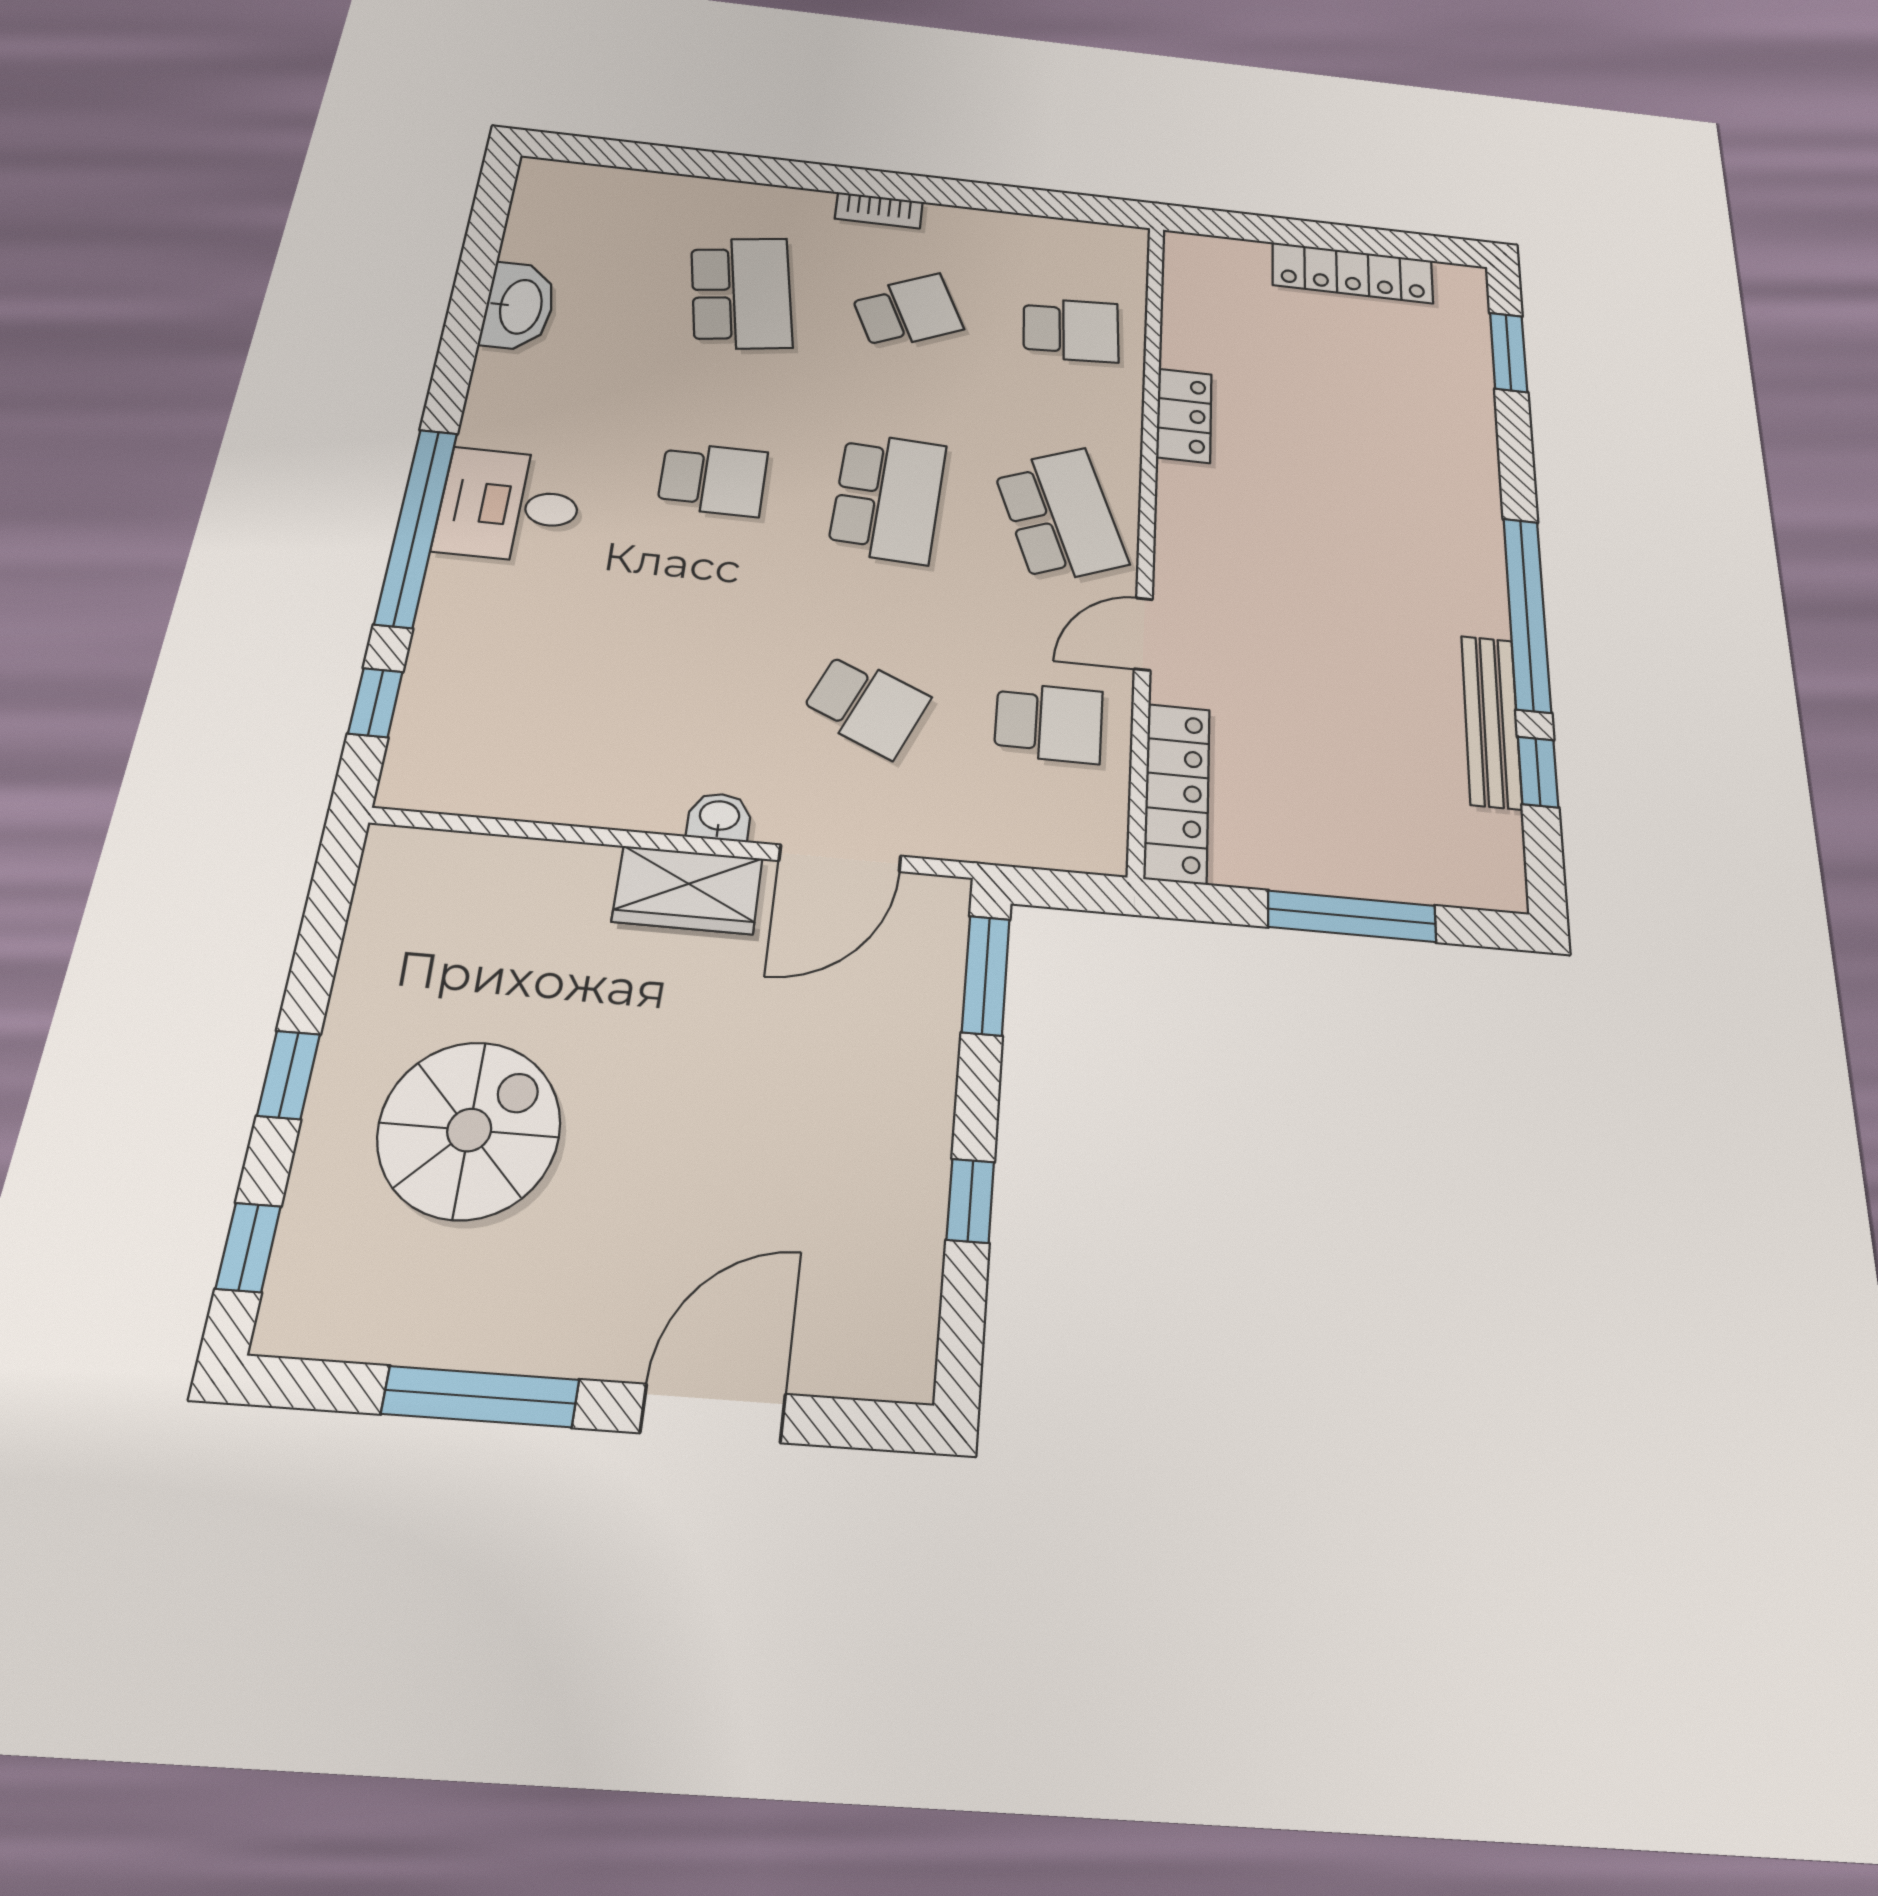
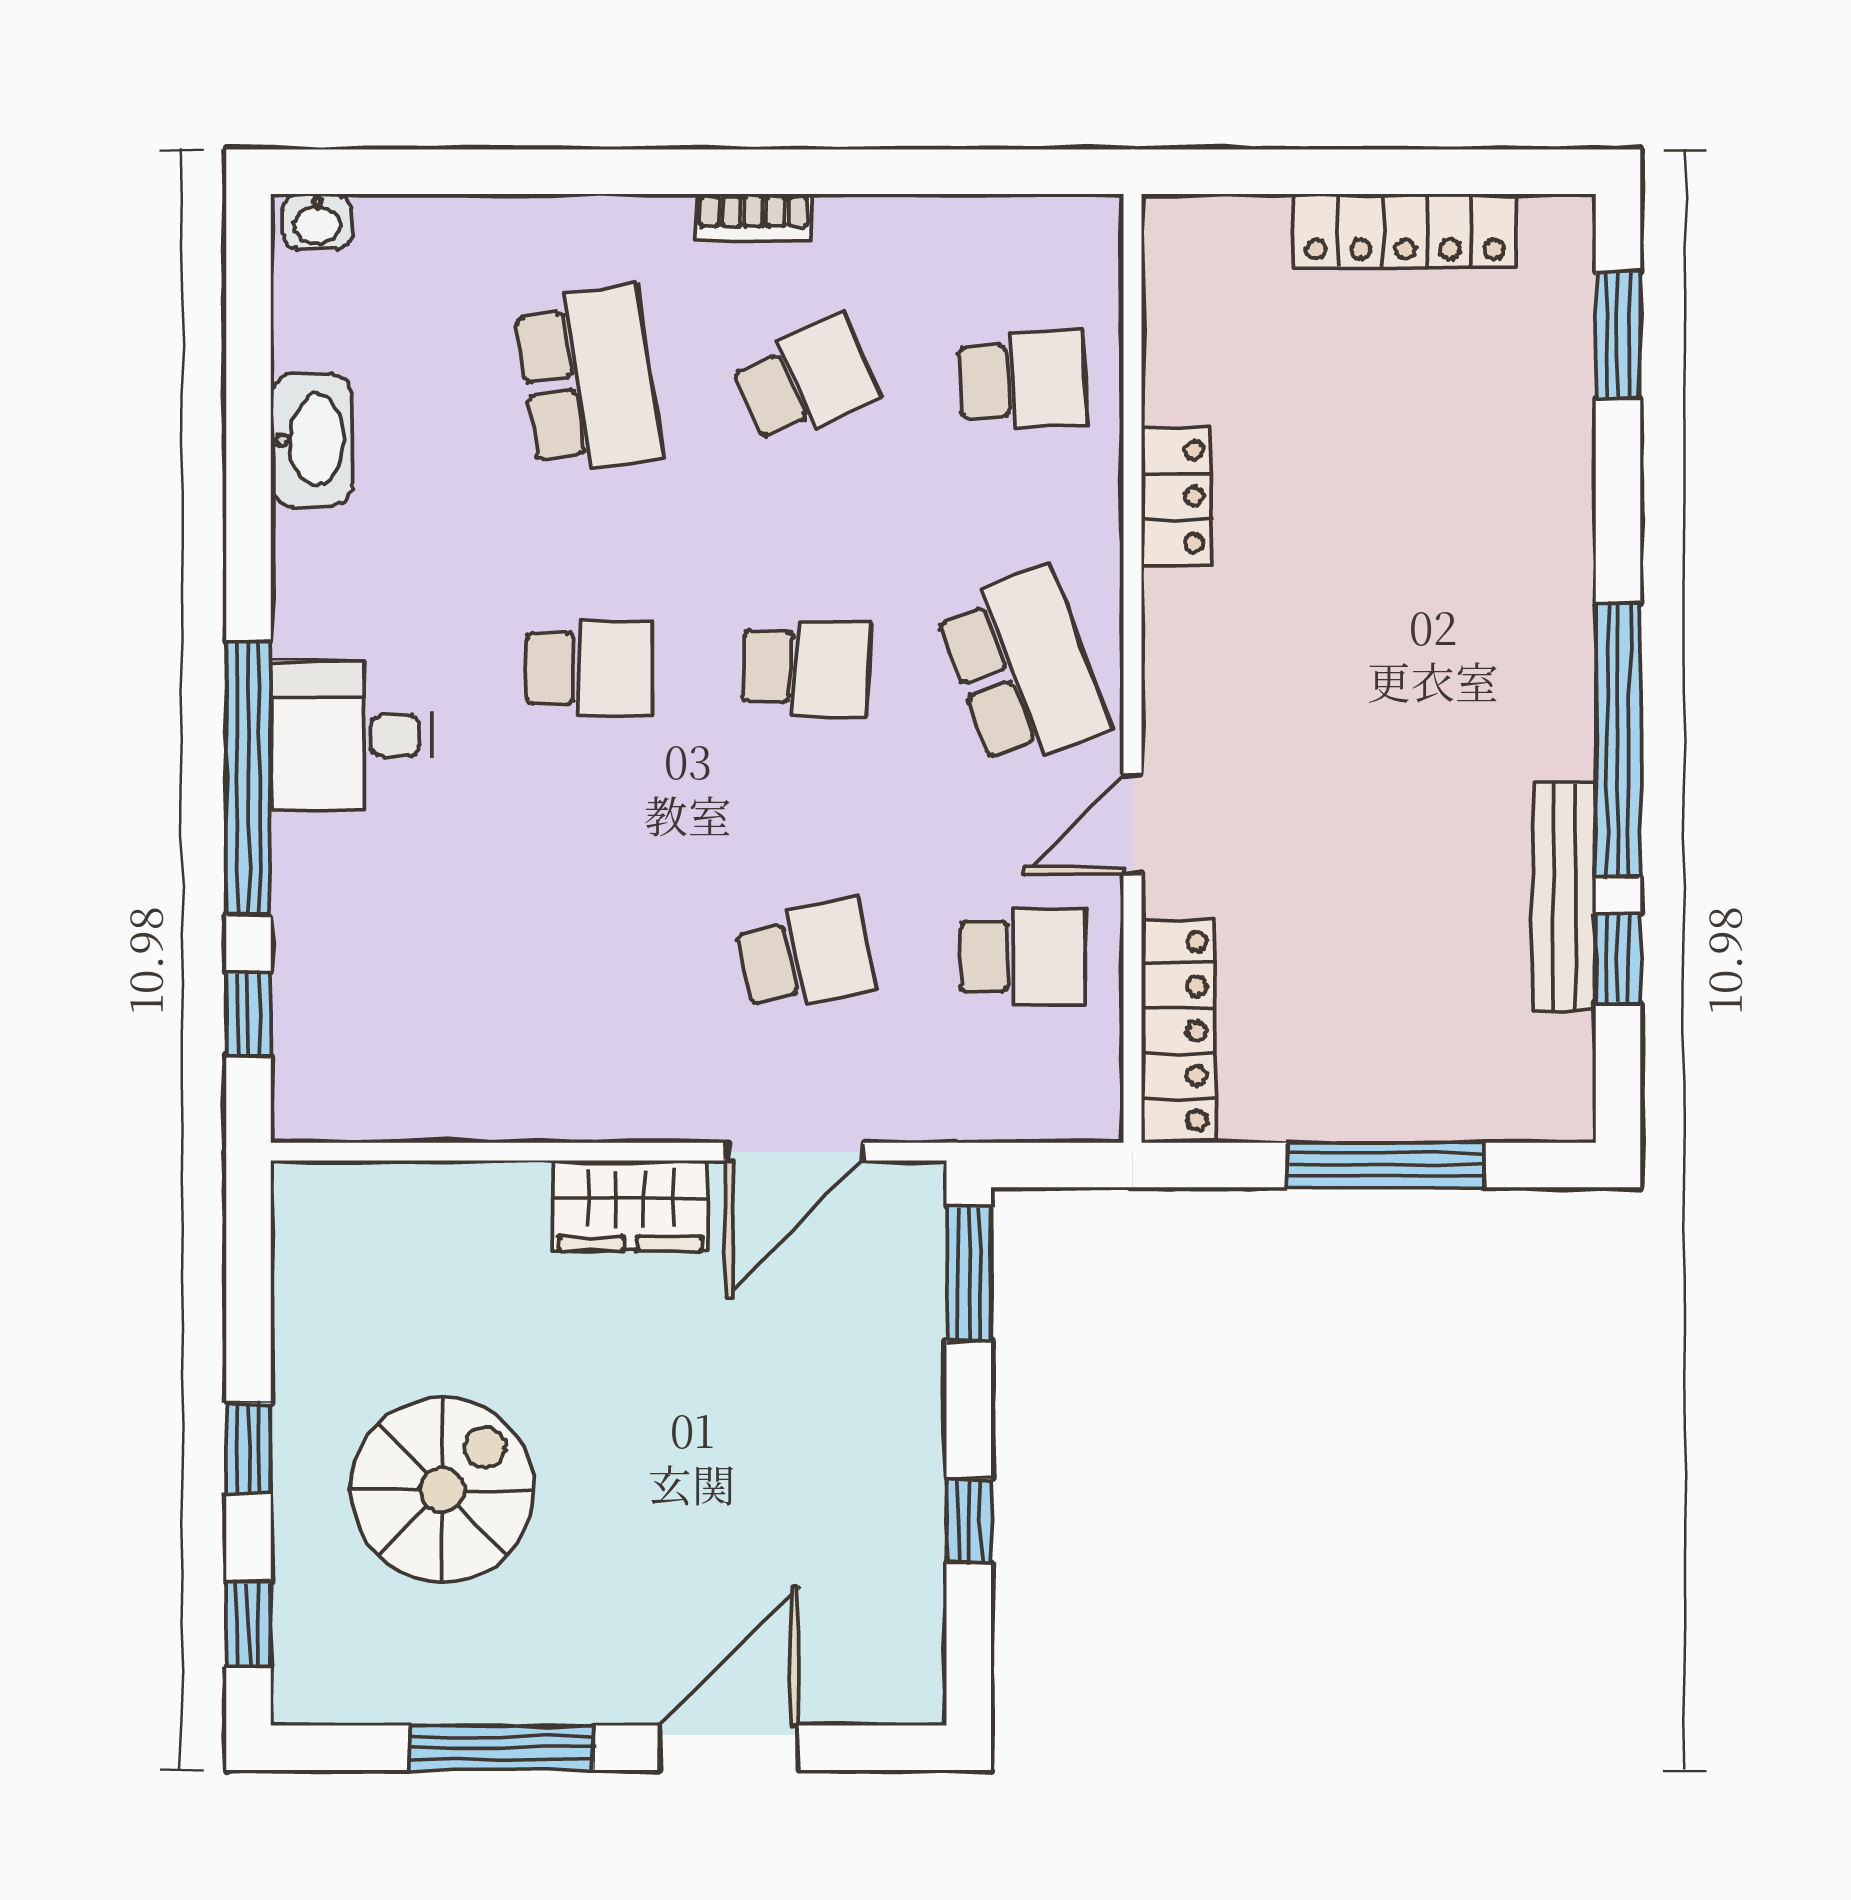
school desk: (888, 498) -> (806, 668), width x0.54
school desk: (866, 705) -> (806, 957), turned -36
washbasin: (719, 817) -> (317, 222), moved, turned 180

